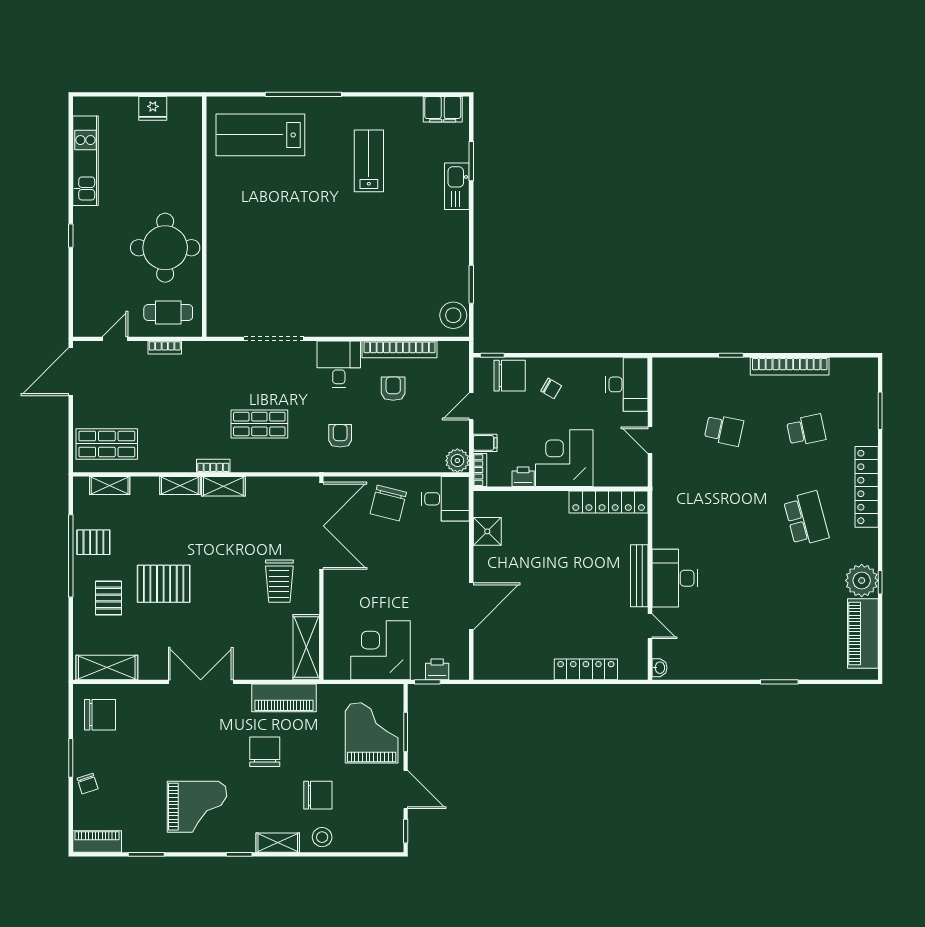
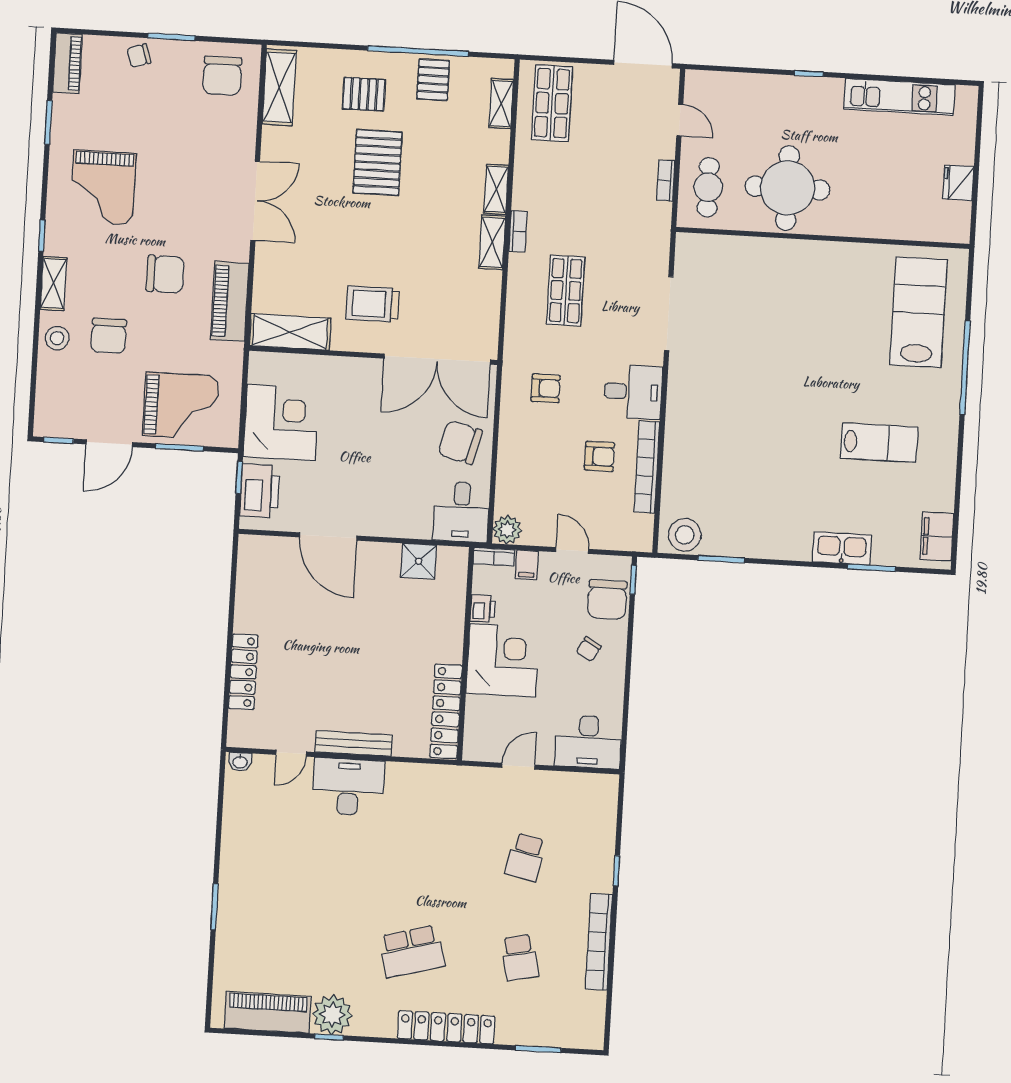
printer: (437, 669) -> (260, 491), width x1.87, depth x1.48

